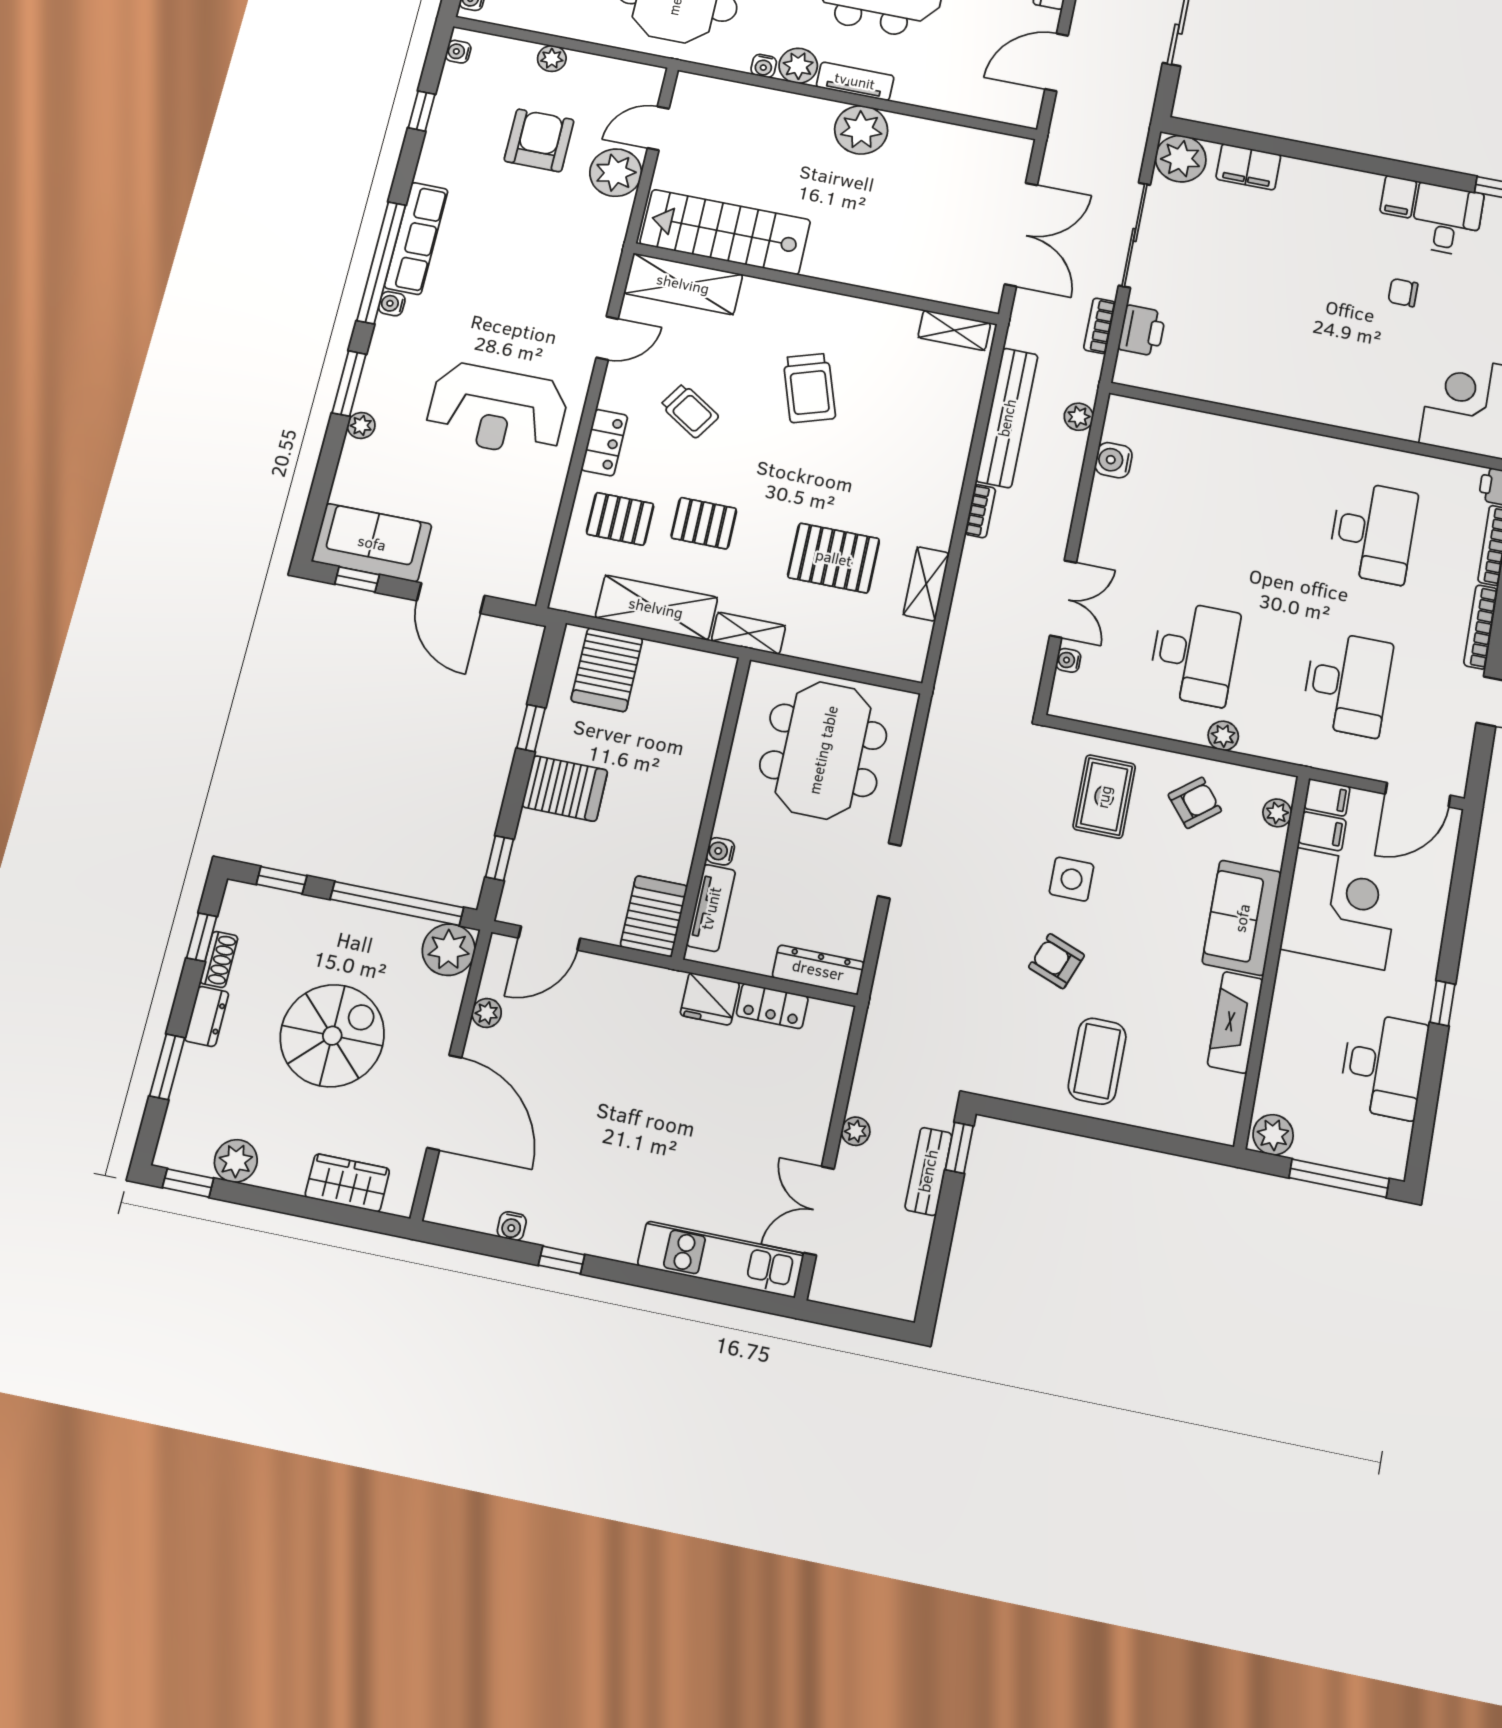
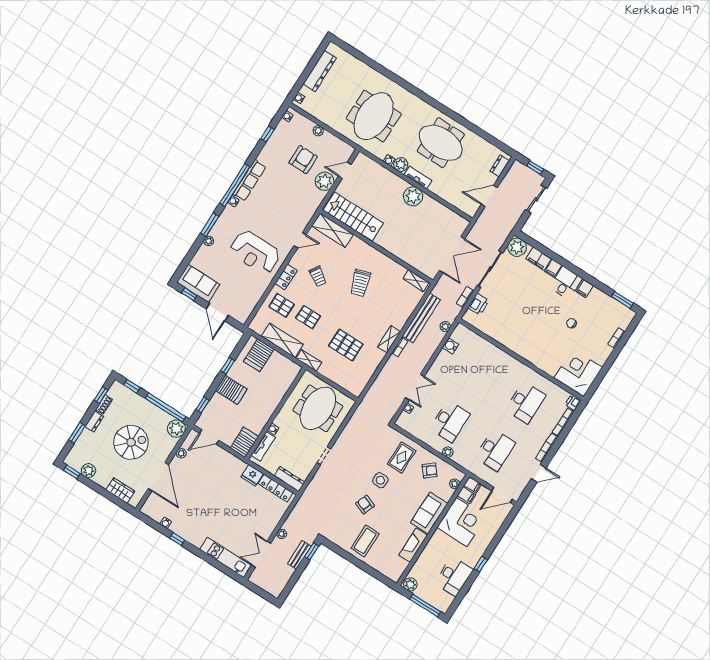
filing cabinet: (1296, 177) -> (553, 268), added
desk: (1447, 220) -> (566, 283), moved
shelving: (926, 584) -> (389, 339), moved
locker: (772, 1006) -> (276, 488), width x1.53

